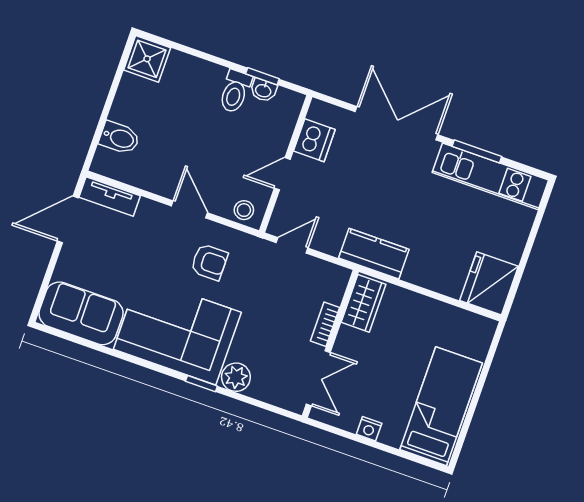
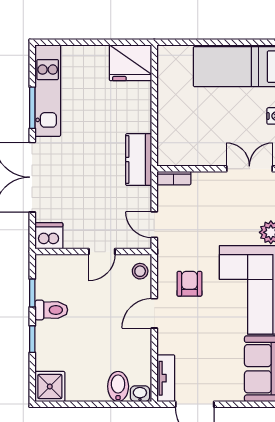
window: (209, 58) -> (32, 339), added
washbasin: (263, 90) -> (140, 394), moved, turned -90
dishwasher: (314, 140) -> (49, 236), moved
door: (282, 174) -> (102, 252), hinge flipped
wardrobe: (364, 303) -> (180, 154), removed
bookcase: (325, 324) -> (174, 178), moved

